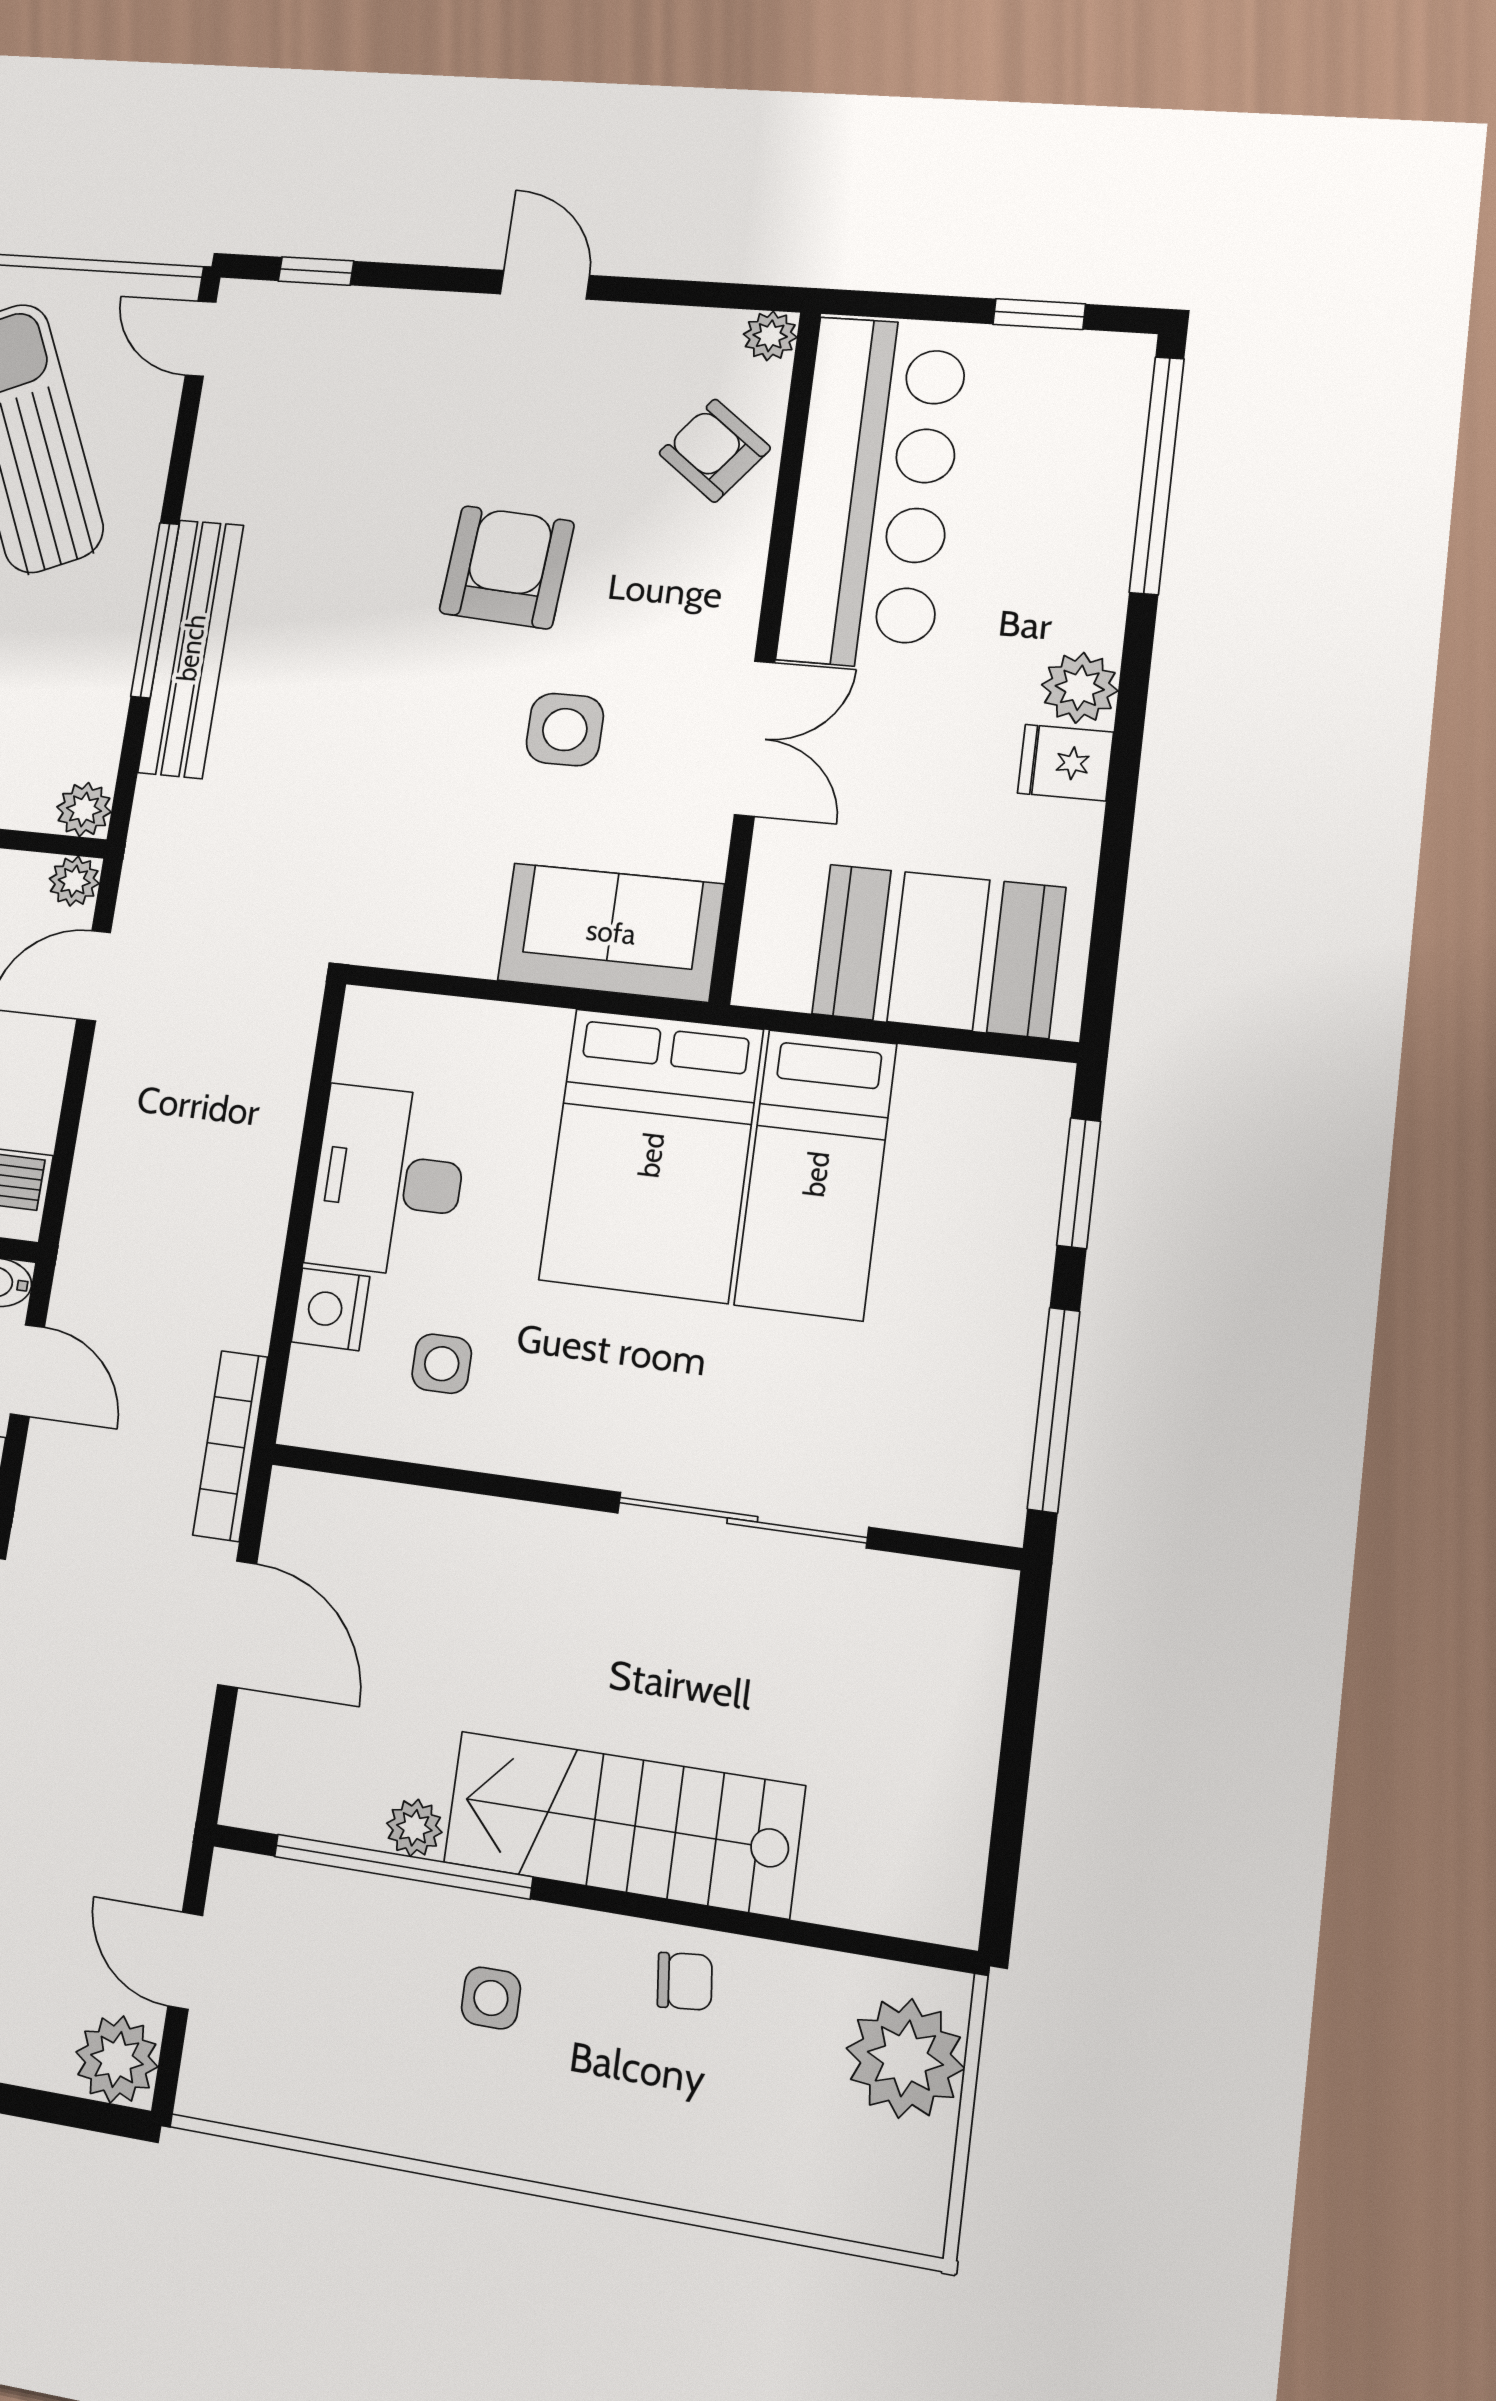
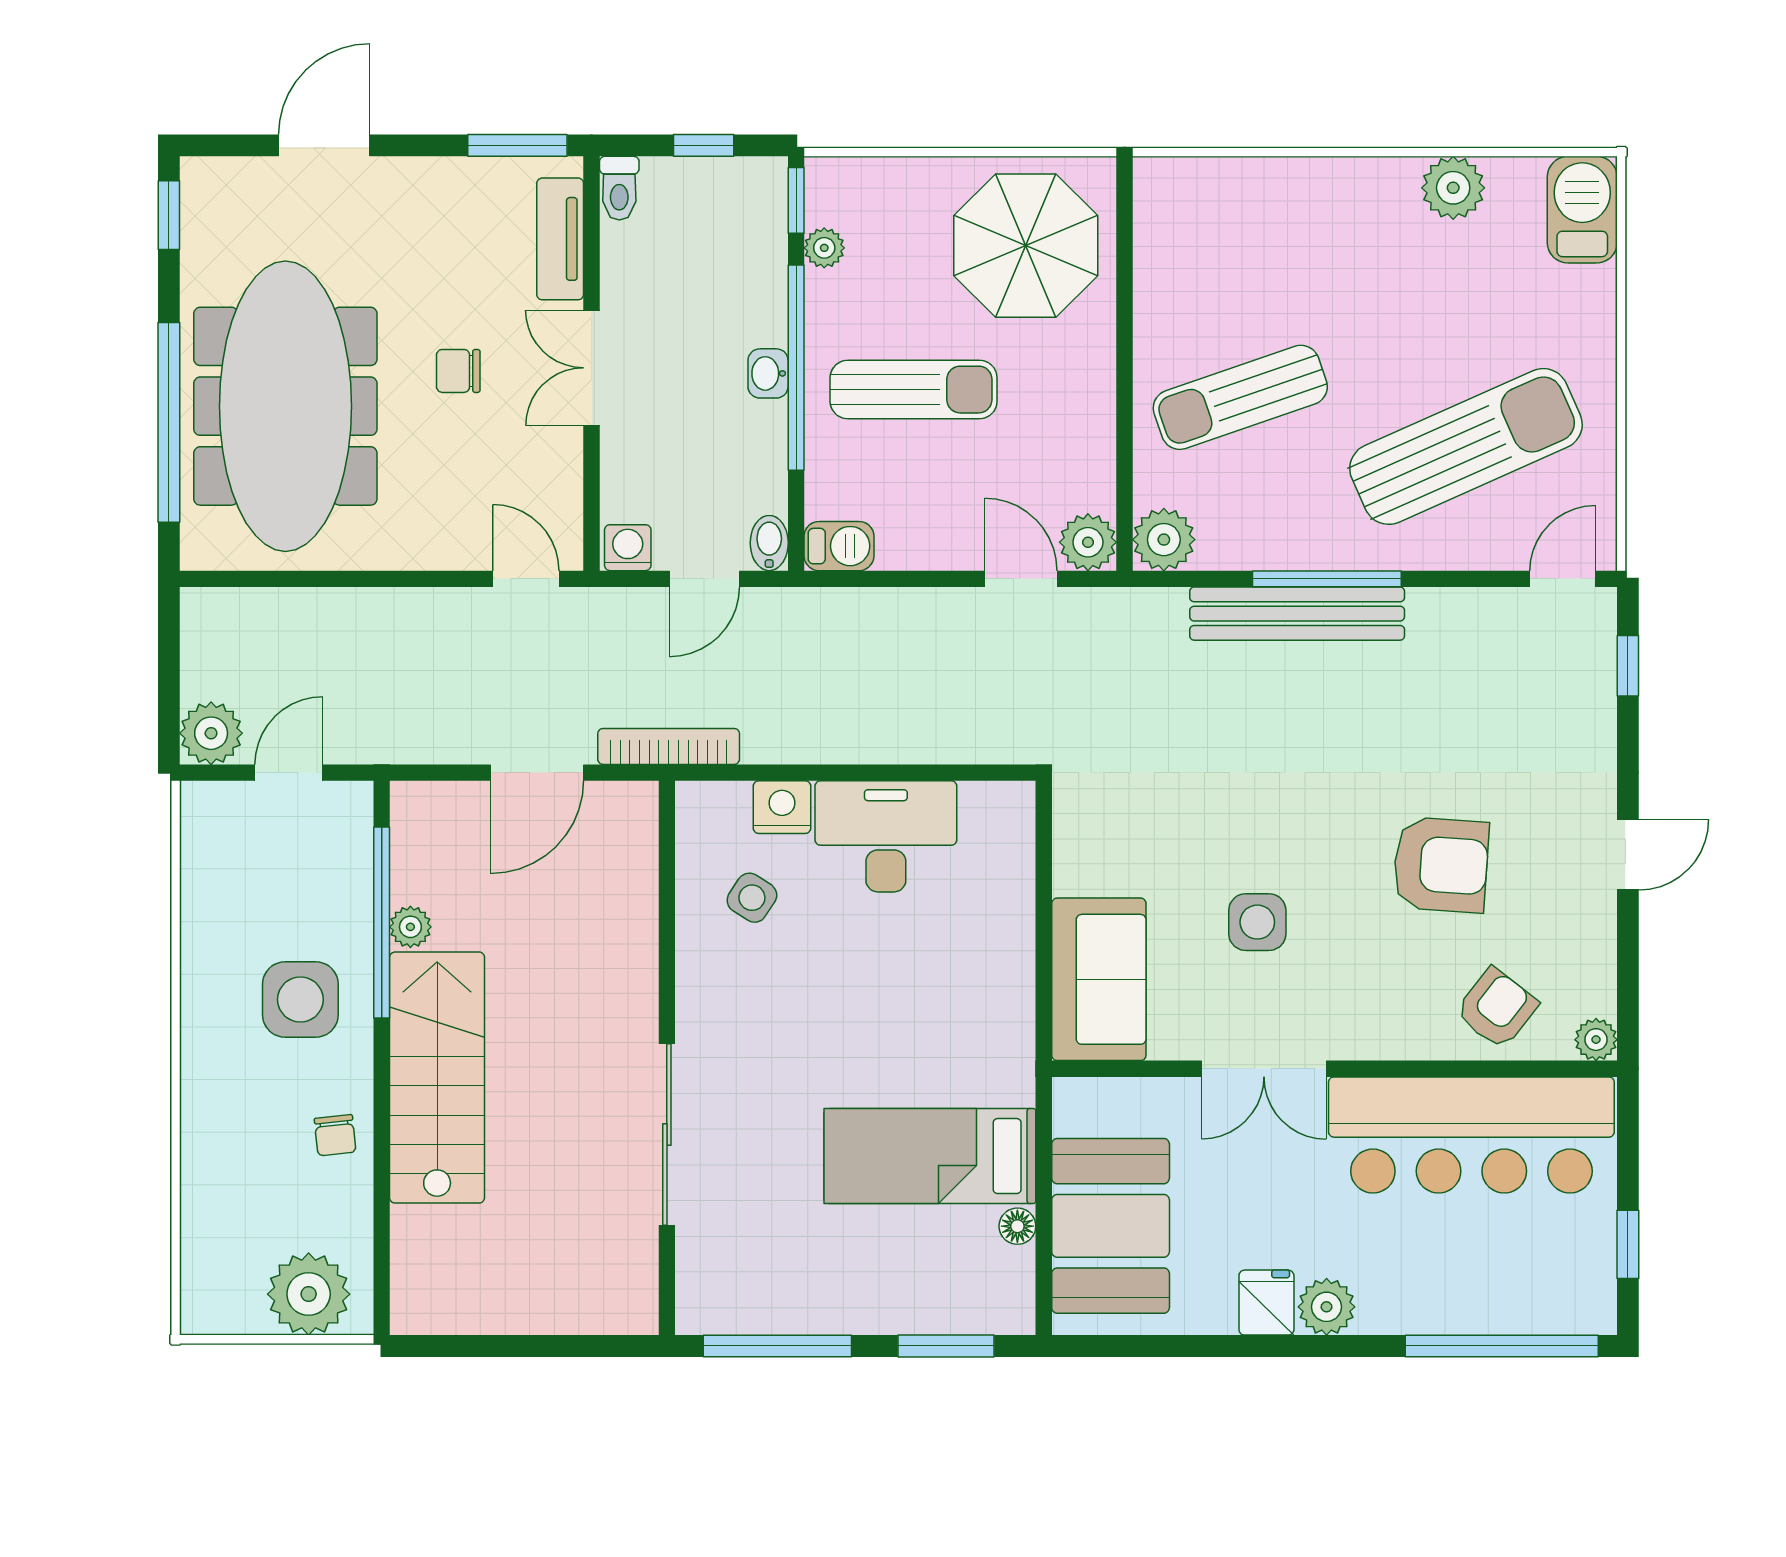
armchair: (507, 567) -> (1441, 865), moved
plant: (84, 809) -> (1164, 540), width x1.38, depth x1.38
plant: (74, 881) -> (1088, 542), width x1.38, depth x1.38
floor lamp: (925, 1071) -> (1017, 1226), added
bed: (651, 1155) -> (930, 1033), removed
side table: (442, 1364) -> (752, 898), turned 33
side table: (491, 1998) -> (300, 999), width x1.87, depth x1.87

